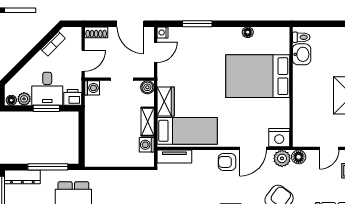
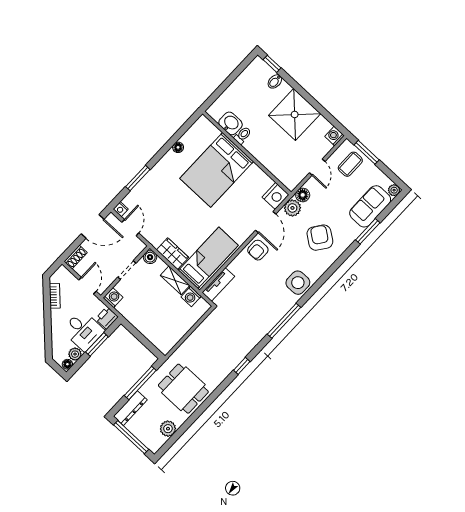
toilet: (301, 37) -> (243, 135), moved

